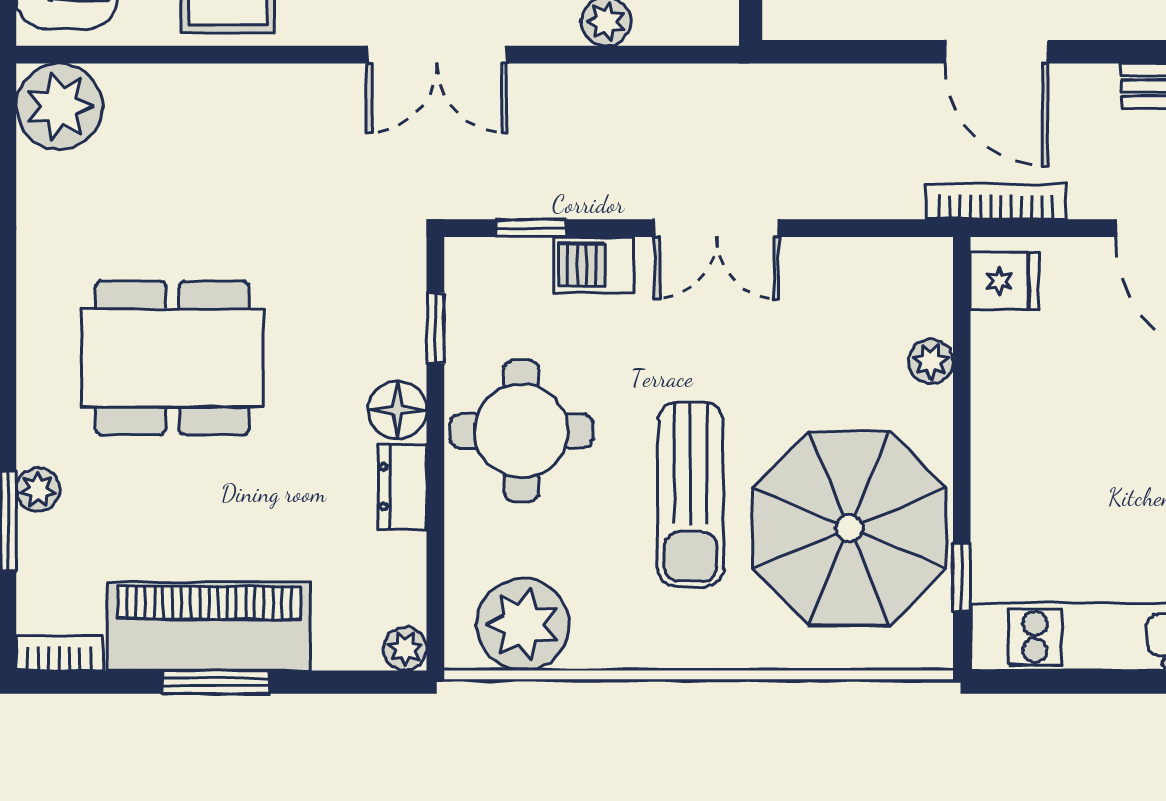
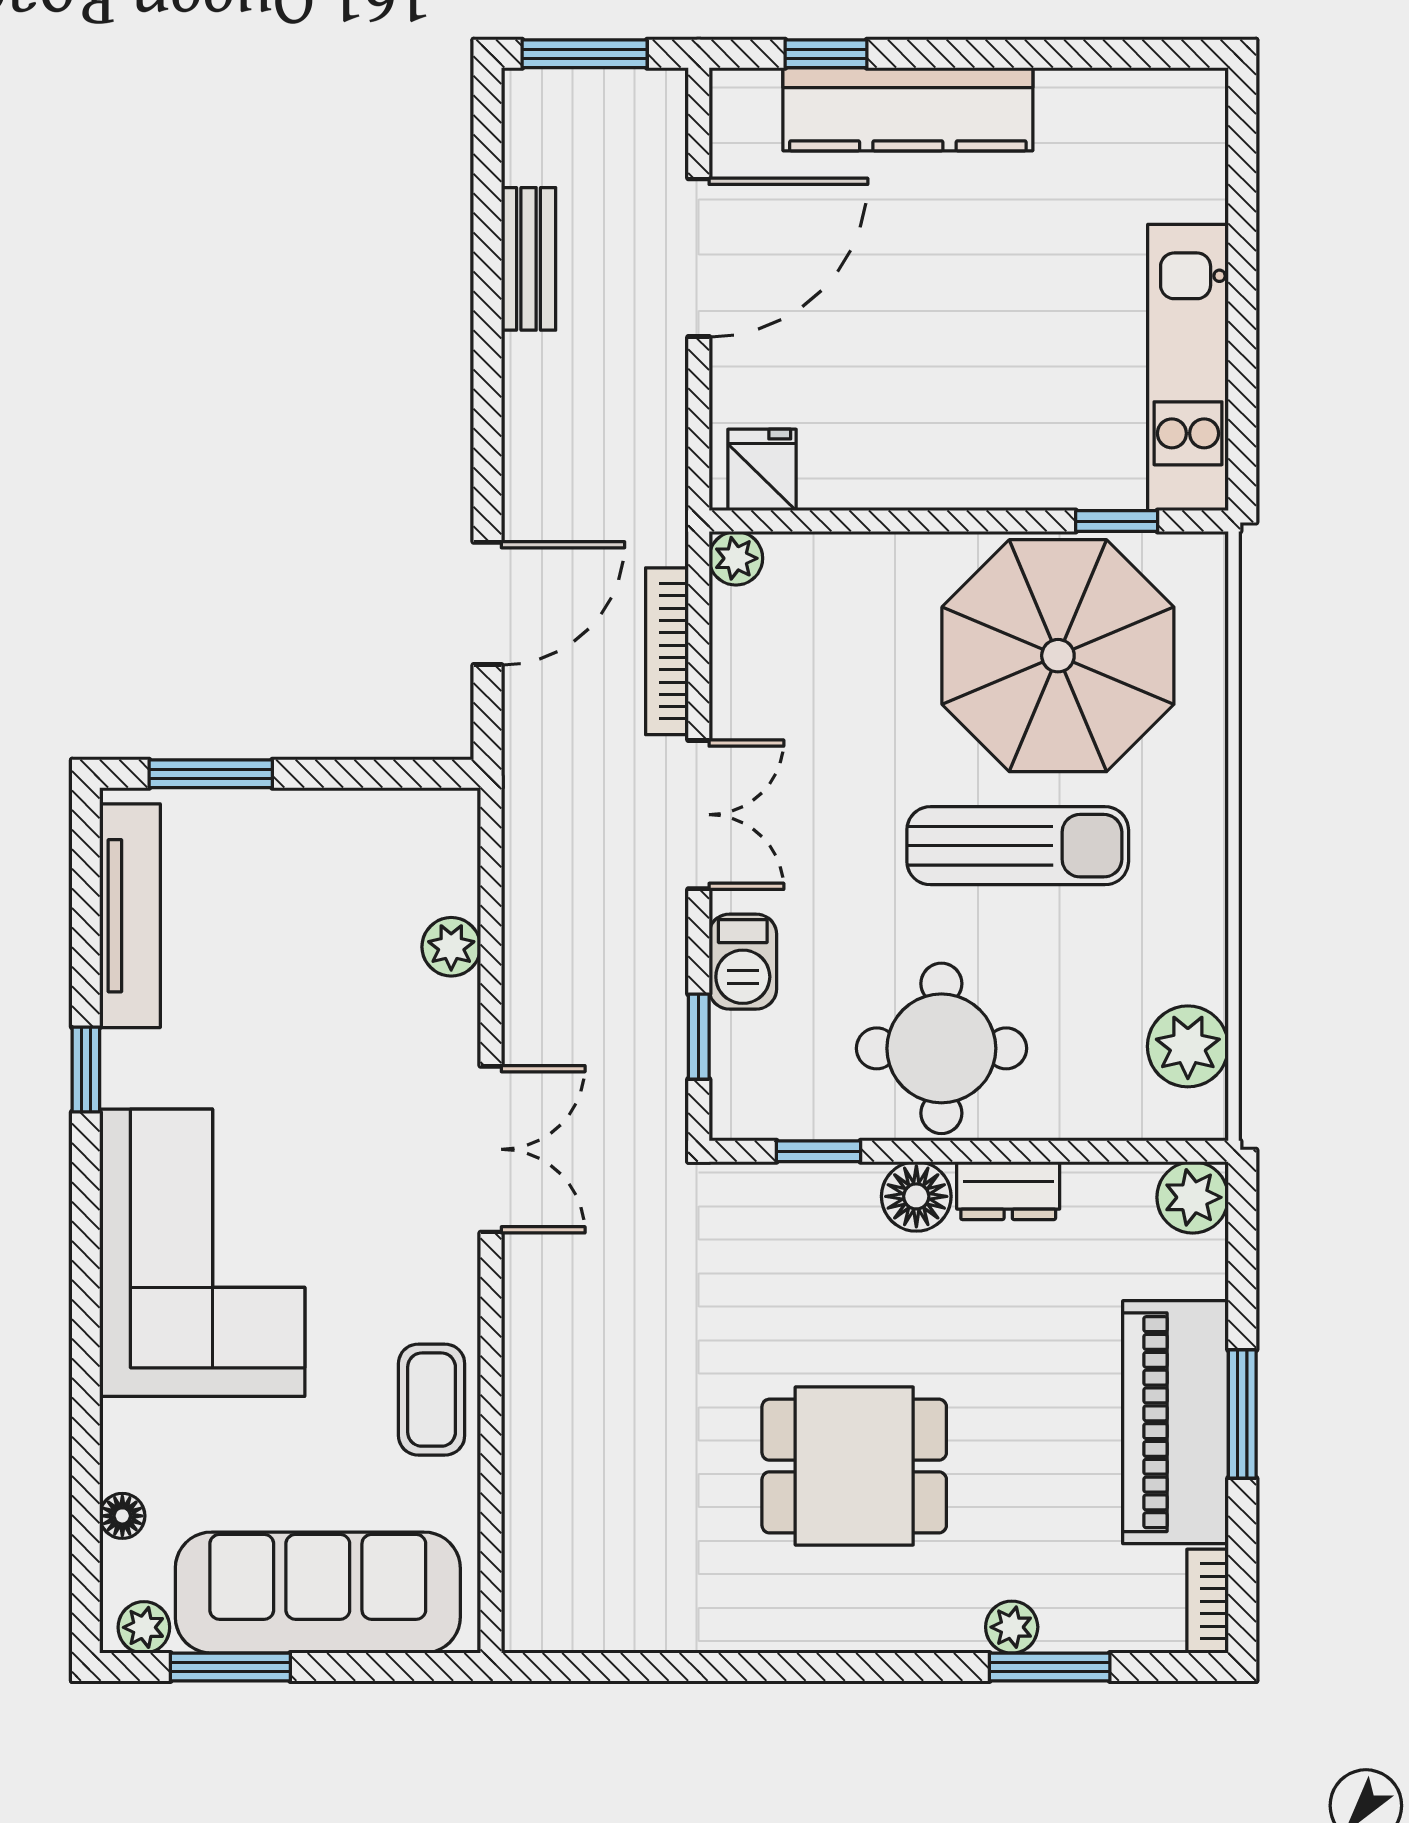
door: (996, 52) -> (487, 603), moved
plant: (59, 106) -> (553, 1602), removed
bookcase: (996, 202) -> (667, 651), moved
dining table: (172, 358) -> (854, 1466), width x0.73
plant: (931, 362) -> (736, 558), moved
plant: (523, 624) -> (1188, 1046), width x0.73, depth x0.73
plant: (405, 649) -> (1193, 1197), width x1.38, depth x1.38

